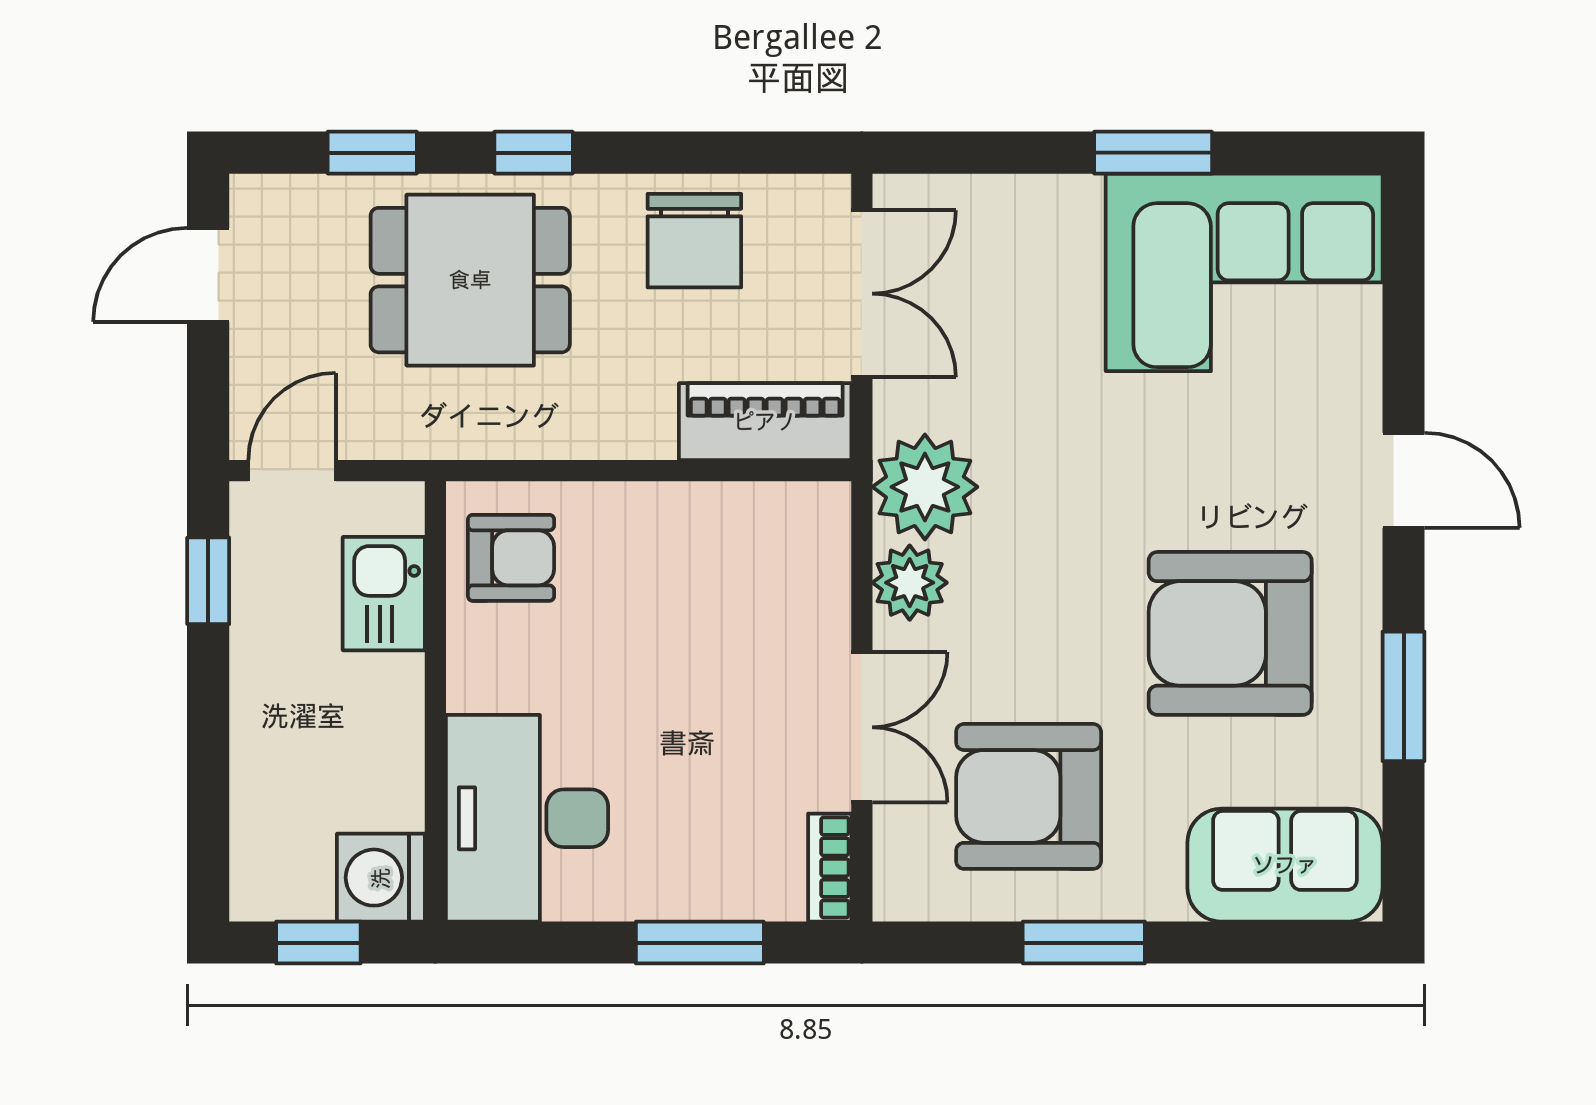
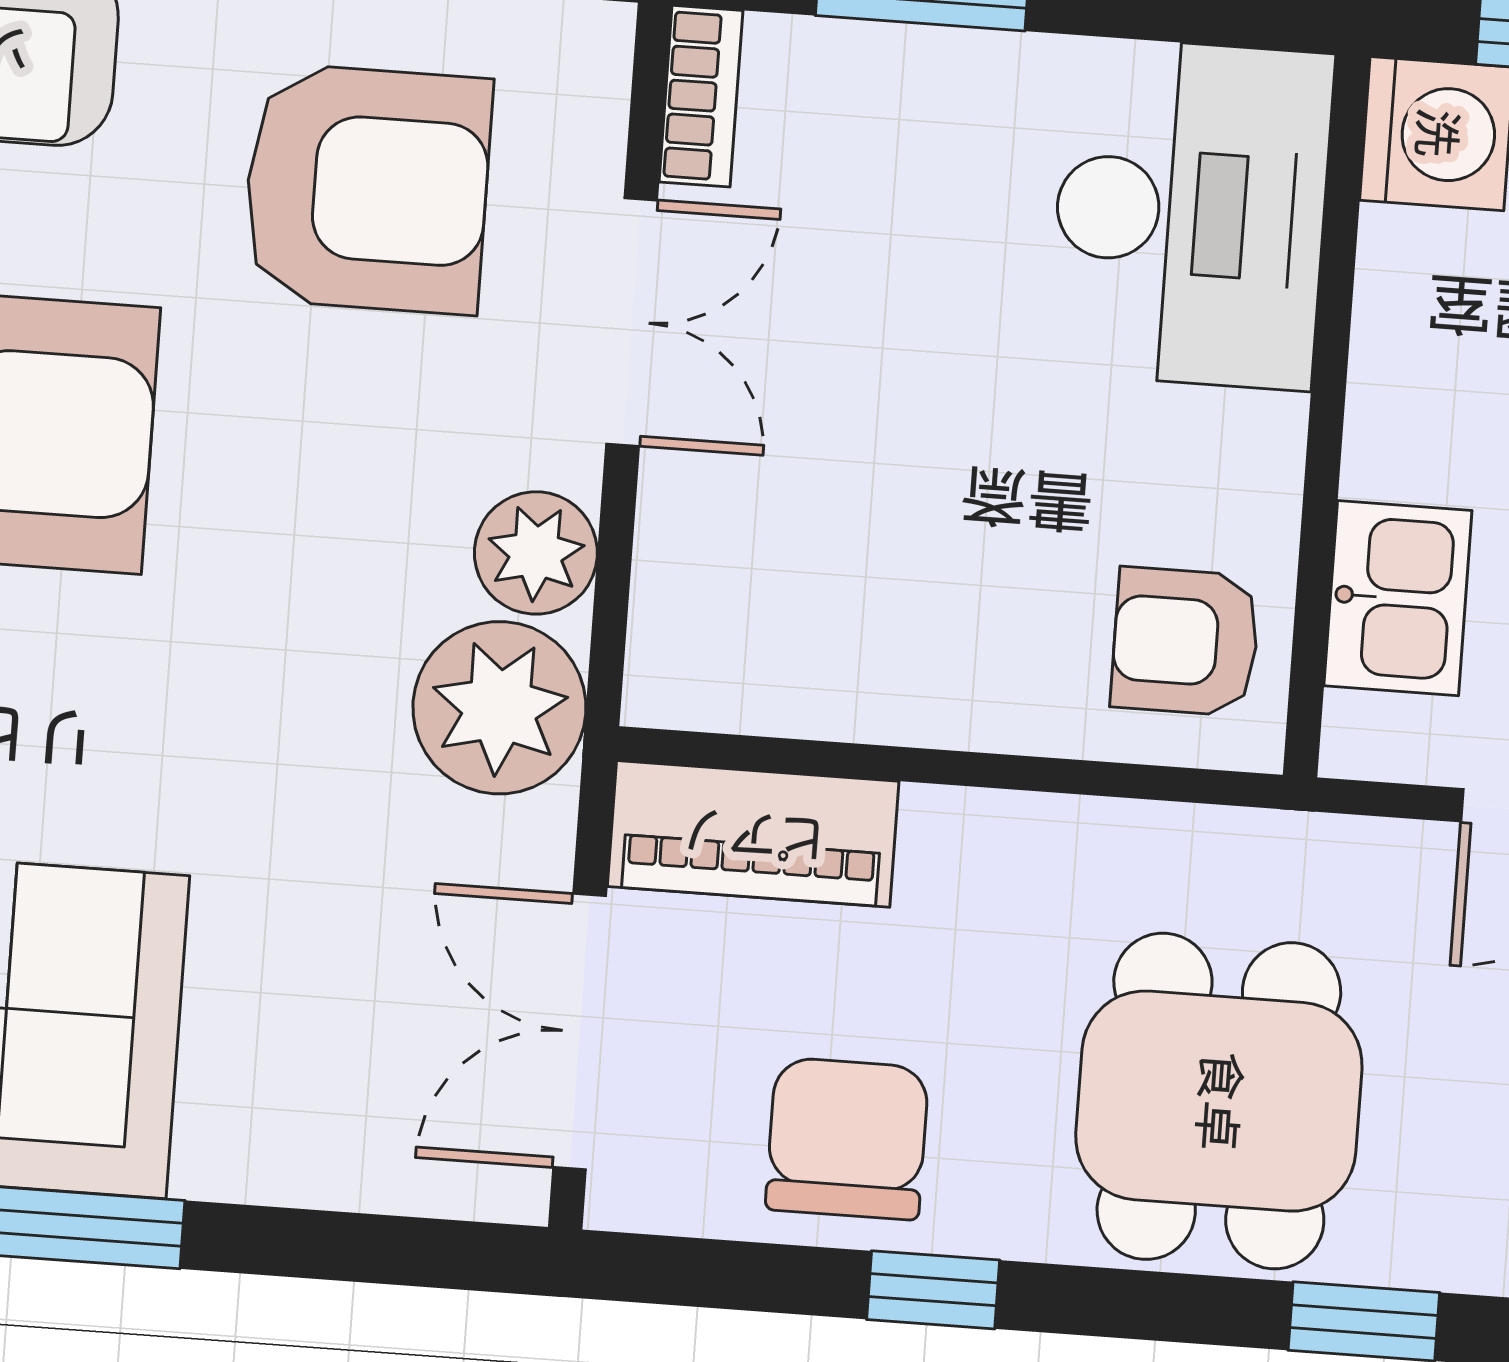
window: (534, 153) -> (933, 1290), moved
dining table: (470, 280) -> (1219, 1101), turned 90
double door: (862, 727) -> (632, 322), swing flipped

